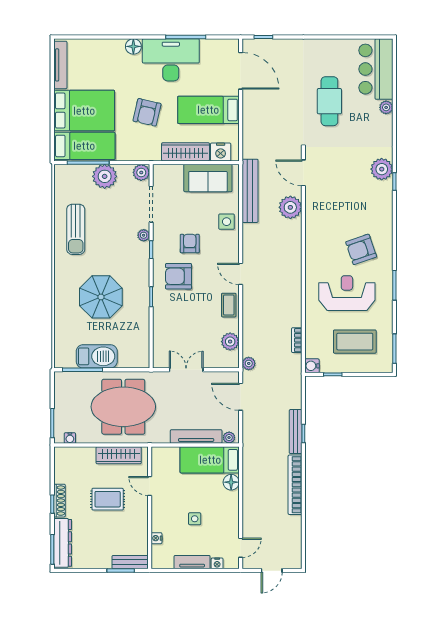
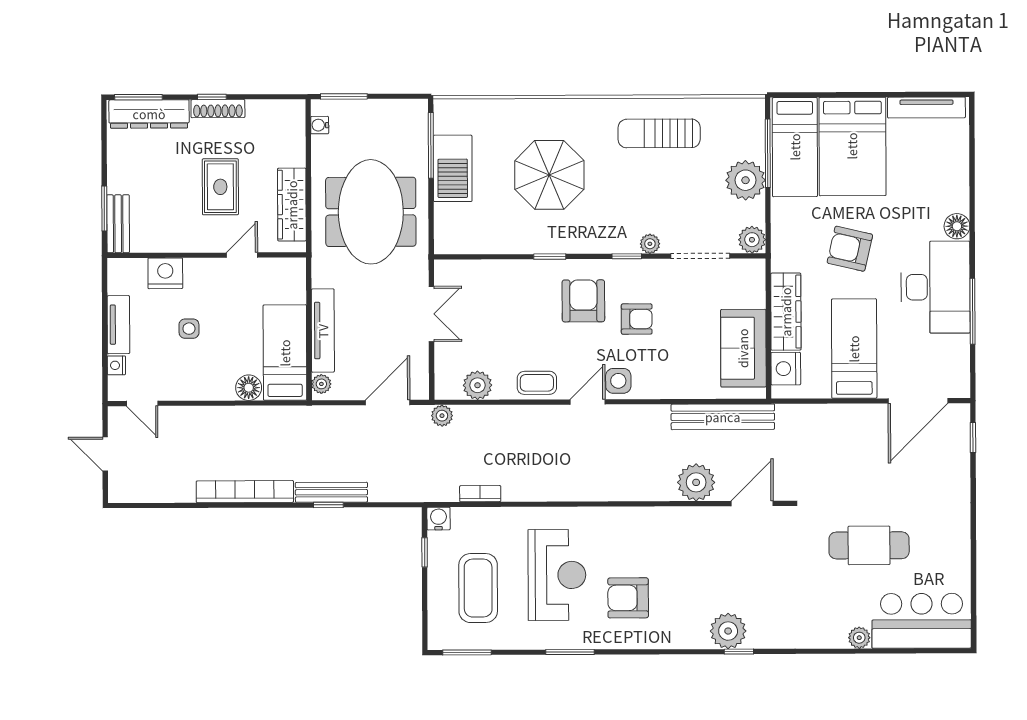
plant: (382, 169) -> (728, 631), moved
side table: (227, 222) -> (618, 381), moved
armchair: (361, 249) -> (628, 598), turned -71
nightstand: (156, 538) -> (165, 273), width x1.89, depth x1.79

